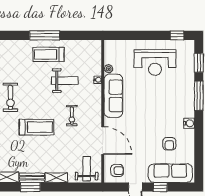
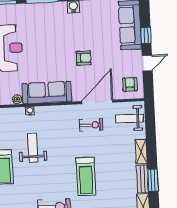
exercise bike: (72, 116) -> (91, 125), moved
treadmill: (36, 127) -> (86, 176), turned 180
armchair: (169, 144) -> (84, 58), moved

